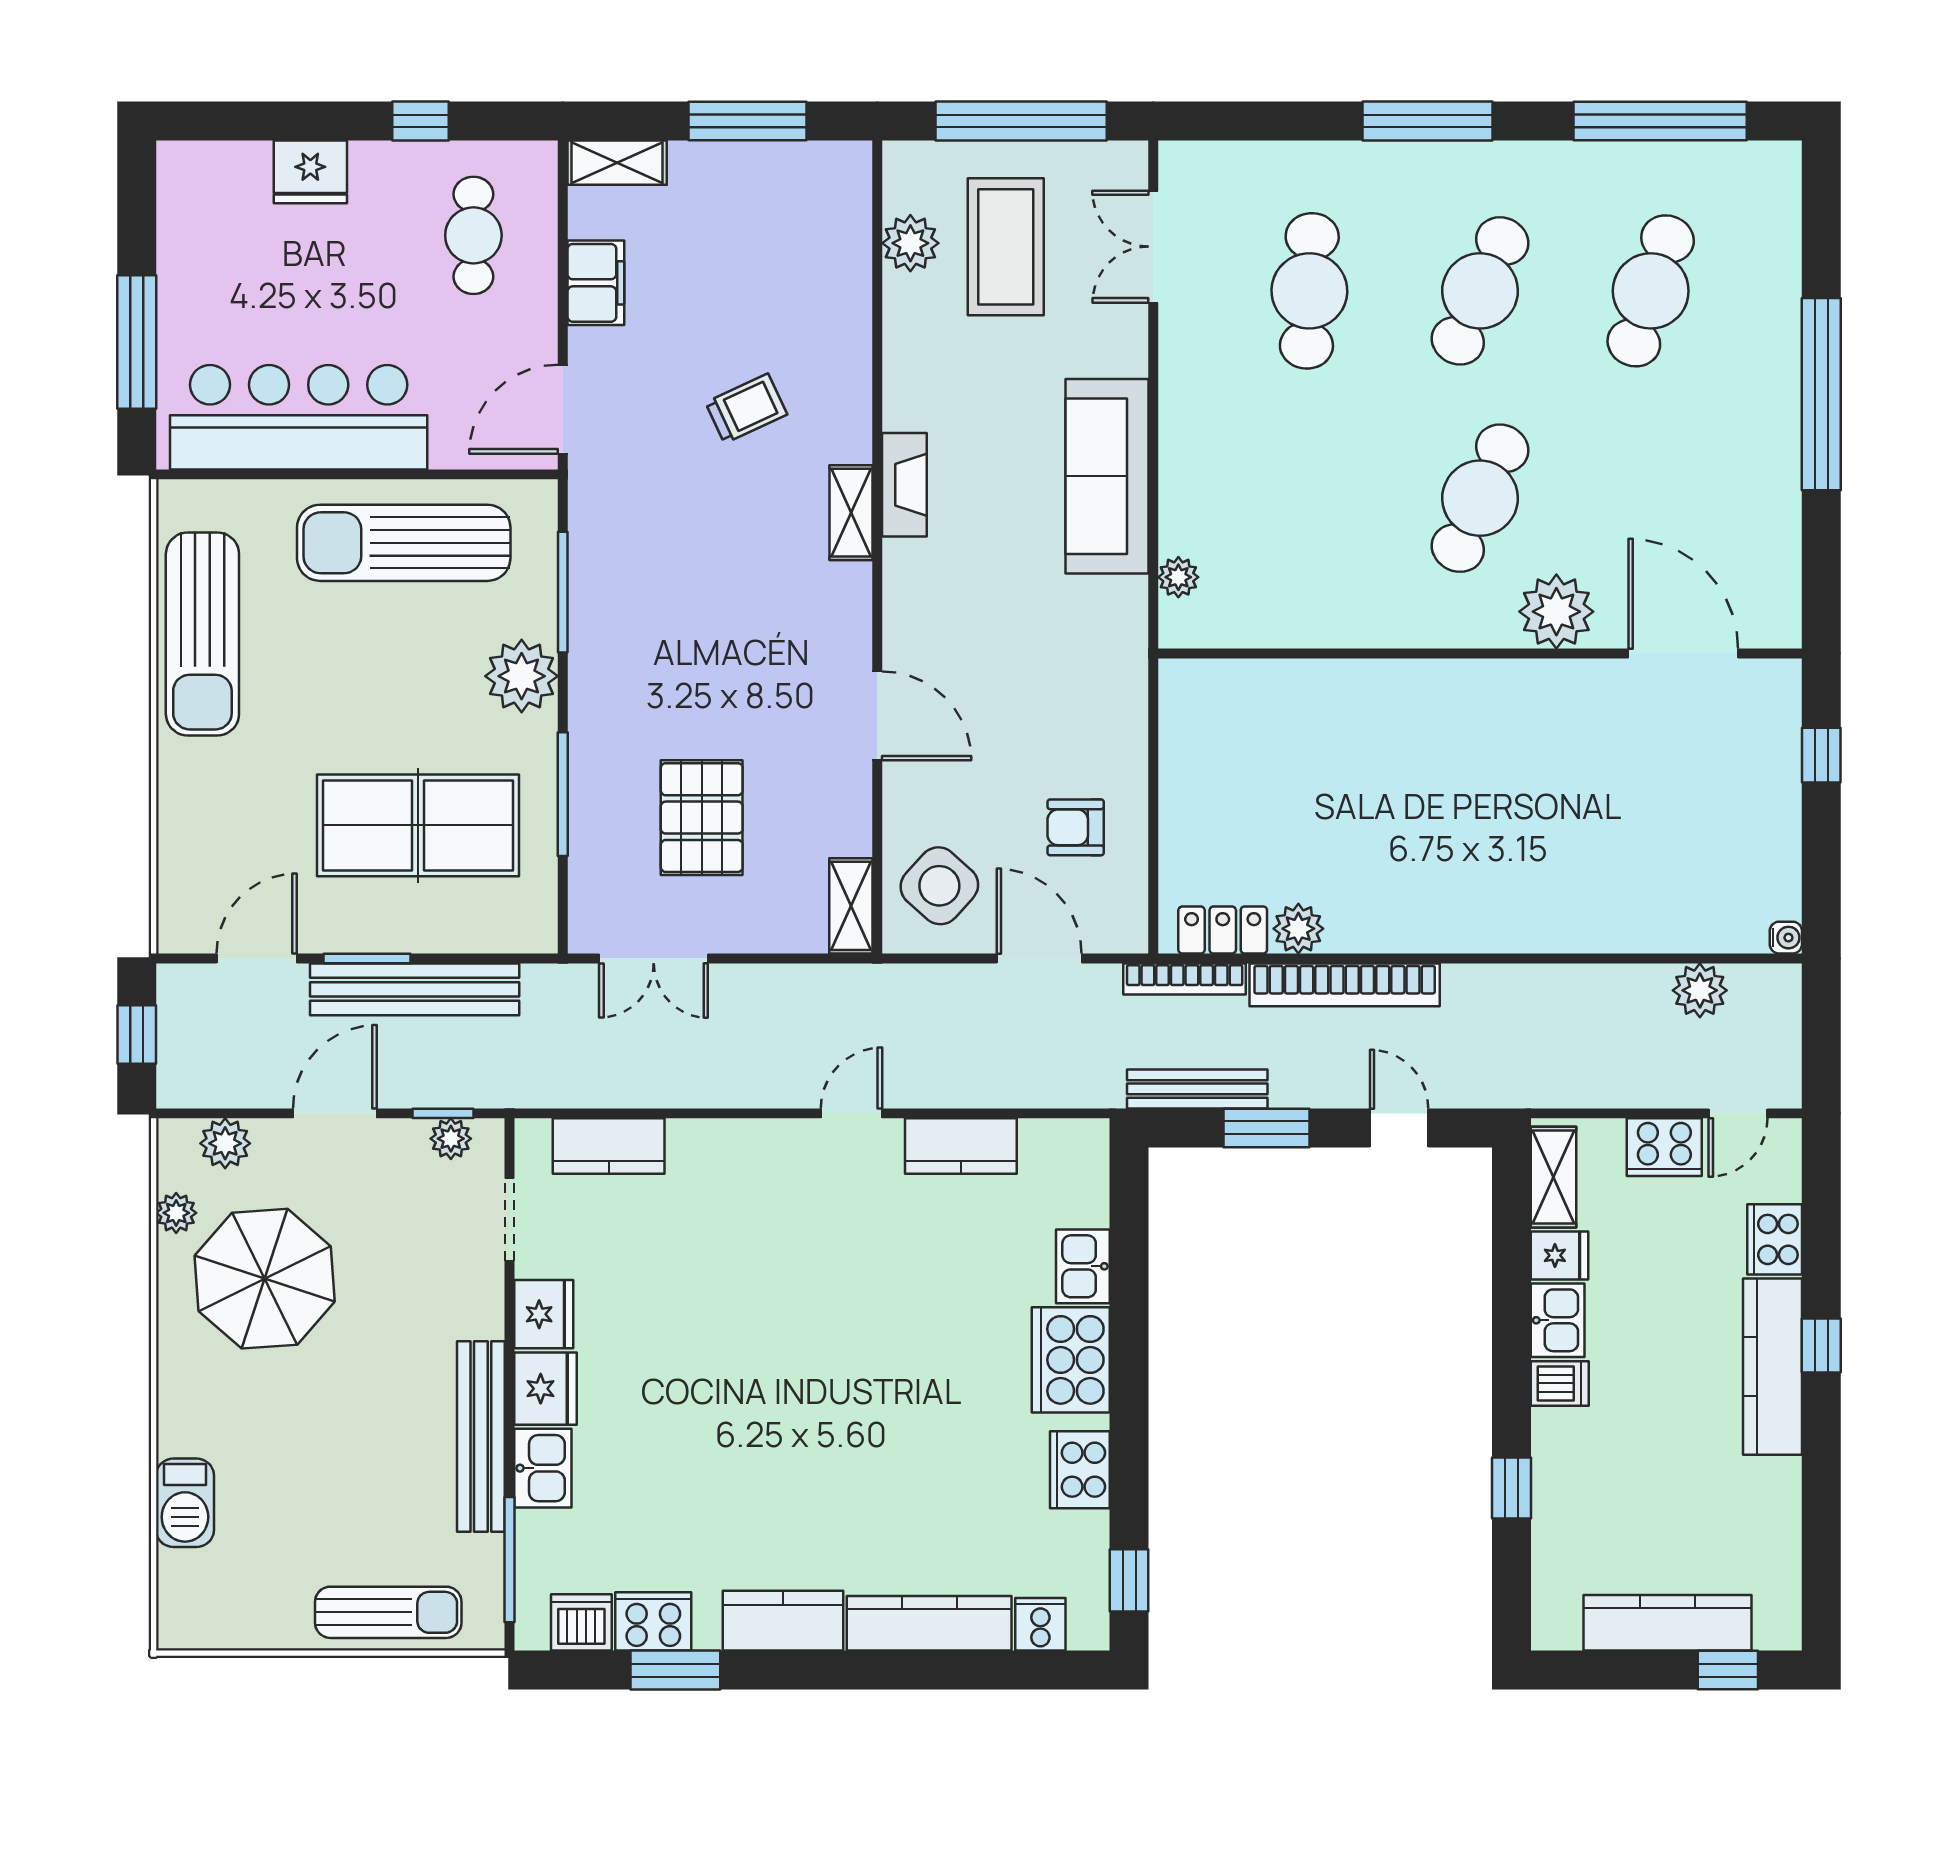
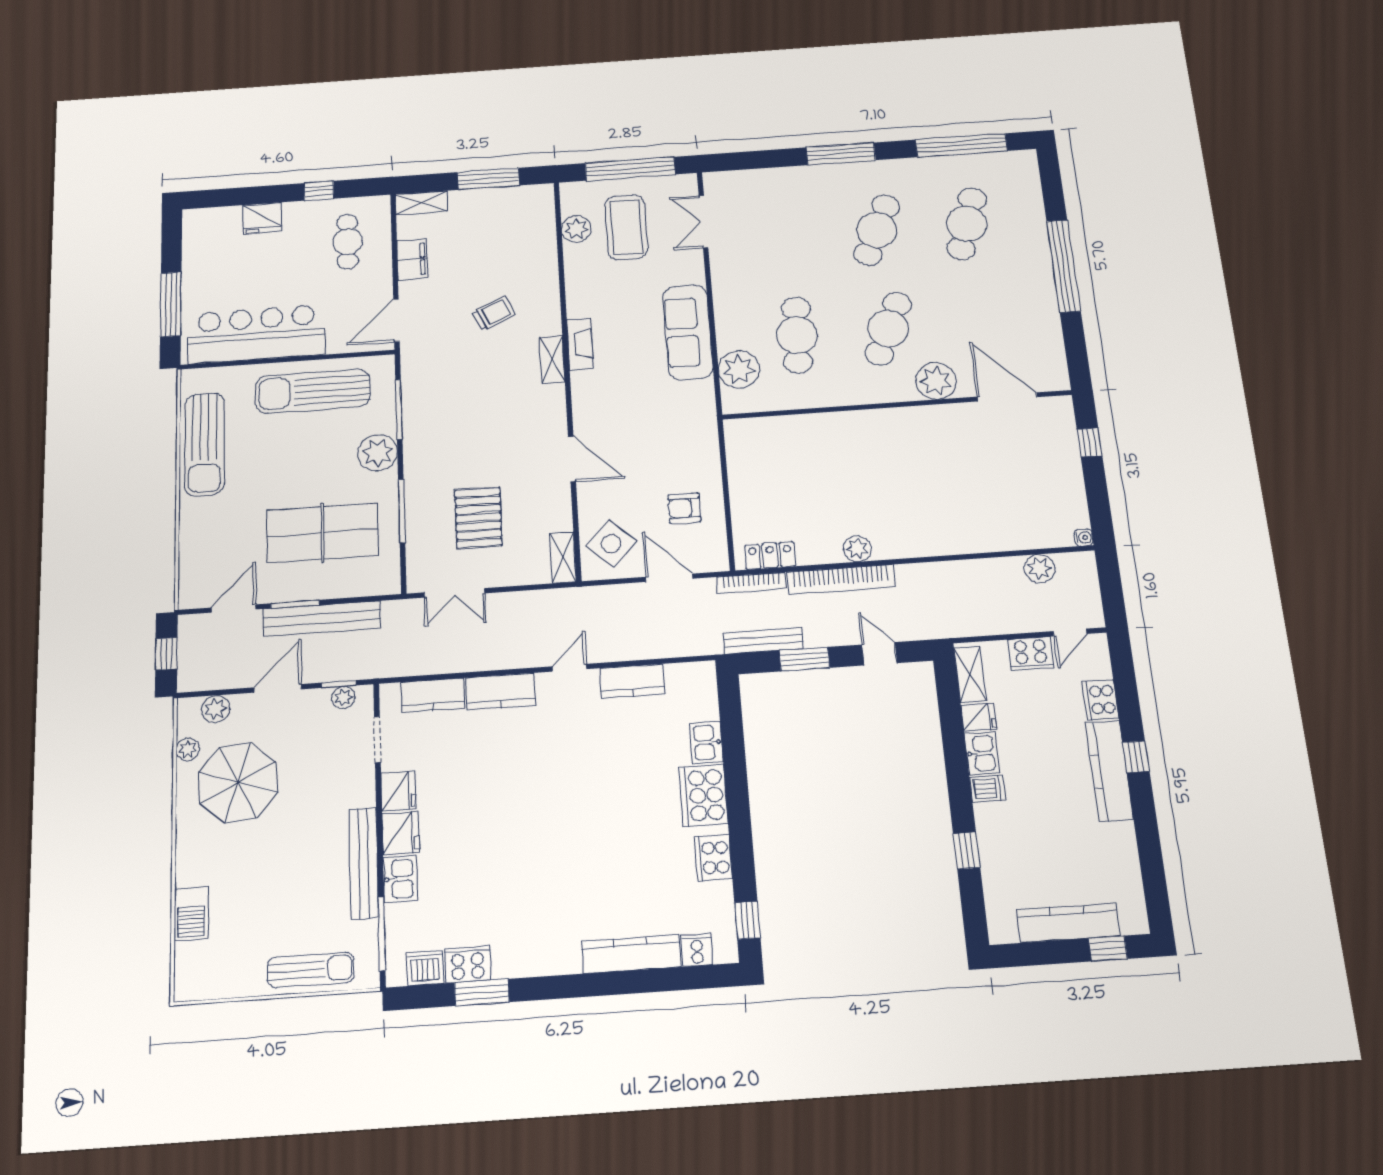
cafe table: (1309, 291) -> (797, 335), moved
plant: (1178, 577) -> (739, 369), width x1.87, depth x1.87
plant: (1298, 929) -> (857, 549), moved
kitchen counter: (783, 1621) -> (501, 692), moved, turned 180

